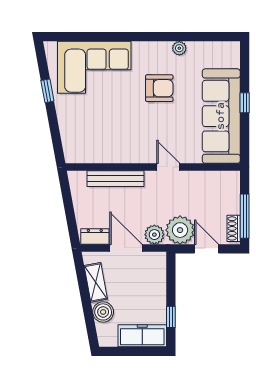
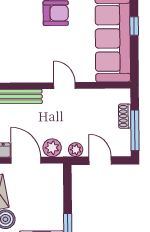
shoe rack: (234, 228) -> (125, 116), moved
plant: (180, 230) -> (76, 150), width x0.53, depth x0.53

